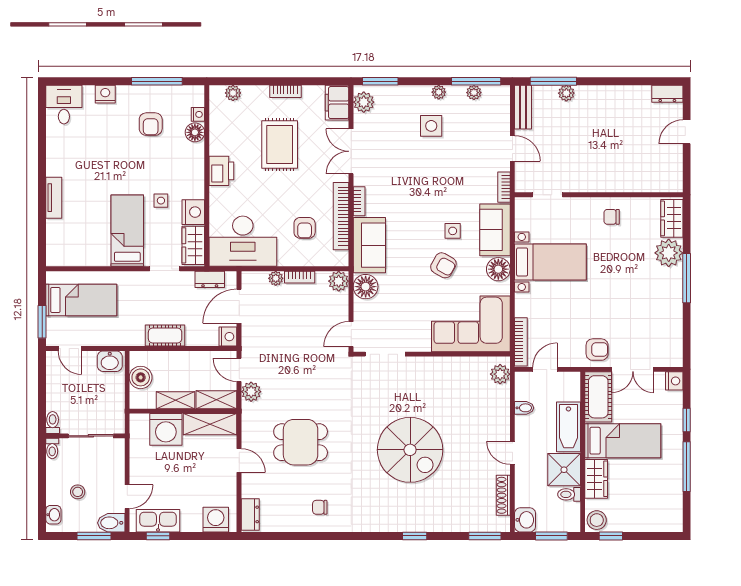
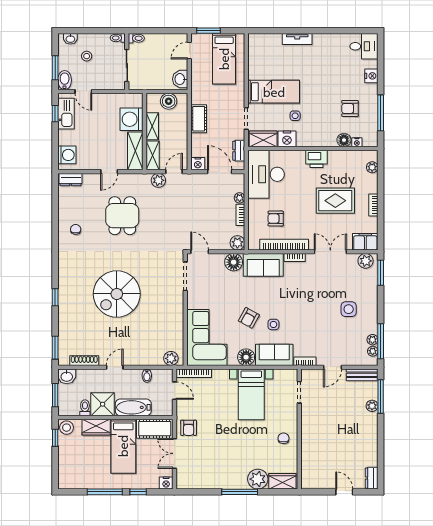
plant: (439, 92) -> (373, 351), moved

